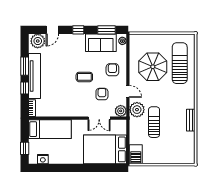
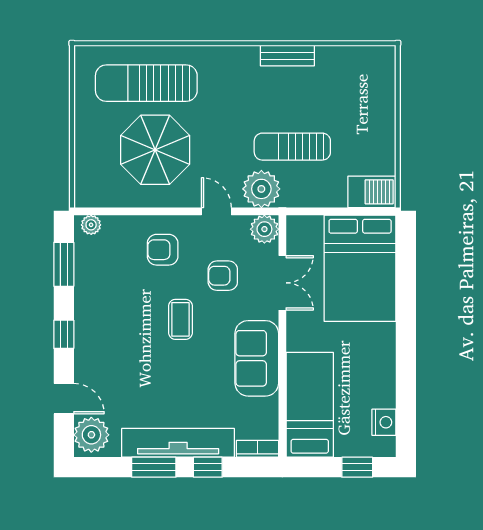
sofa: (101, 43) -> (257, 358), moved, turned 180
door: (128, 91) -> (216, 211), hinge flipped

